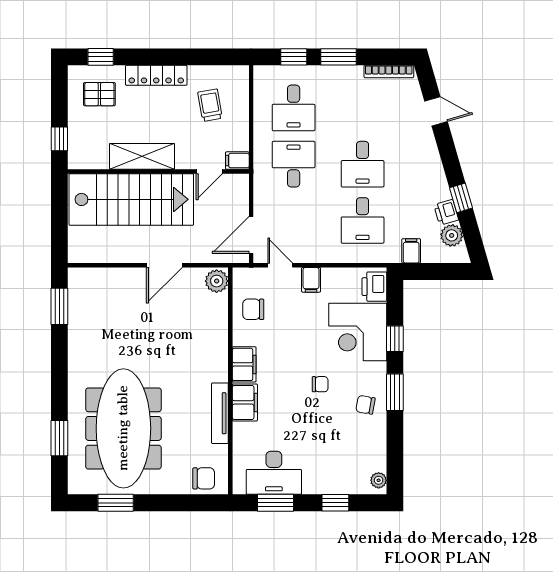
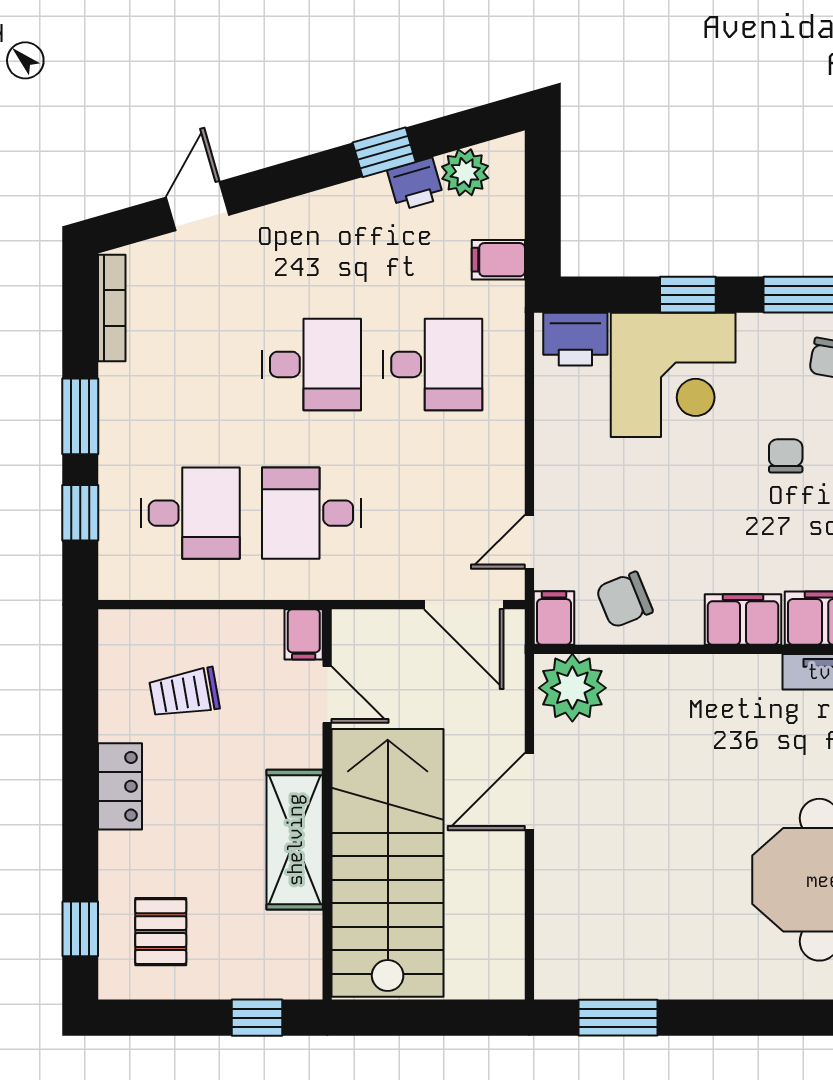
locker: (156, 75) -> (120, 786), width x0.66
door: (164, 265) -> (529, 792), swing flipped
filing cabinet: (311, 280) -> (554, 618), moved, turned -90
plant: (217, 281) -> (572, 688), width x1.36, depth x1.36
chair: (253, 309) -> (624, 600), turned 68

